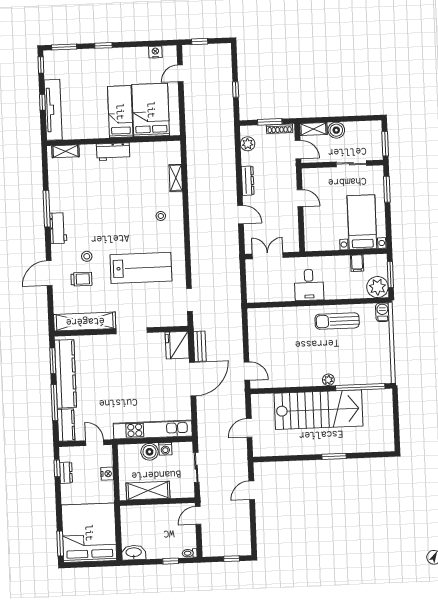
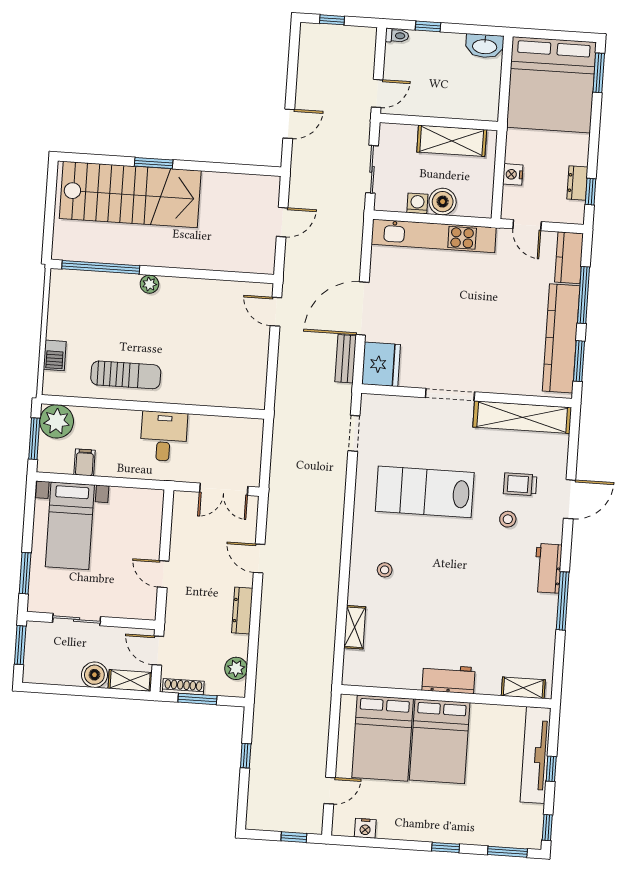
bed: (120, 112) -> (440, 741), width x1.50
barbecue: (382, 312) -> (55, 355), moved
stairs: (319, 410) -> (130, 195), moved, turned 180

